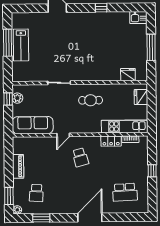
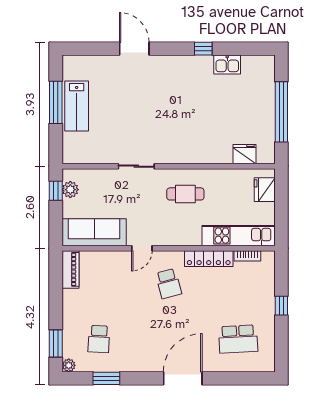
kitchen sink: (138, 18) -> (227, 65), moved
window: (151, 47) -> (281, 112), width x1.46
locker: (111, 141) -> (209, 259), width x1.53
piano: (18, 166) -> (70, 269), moved

